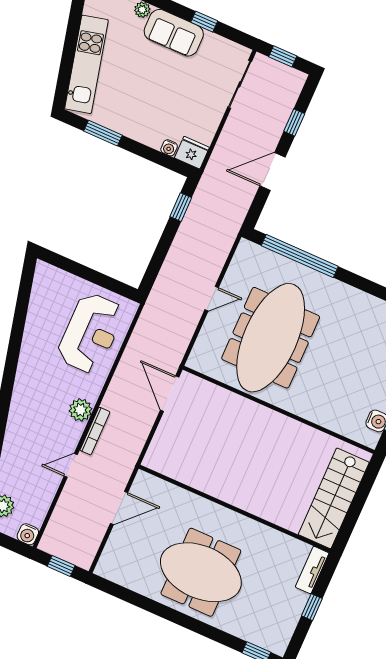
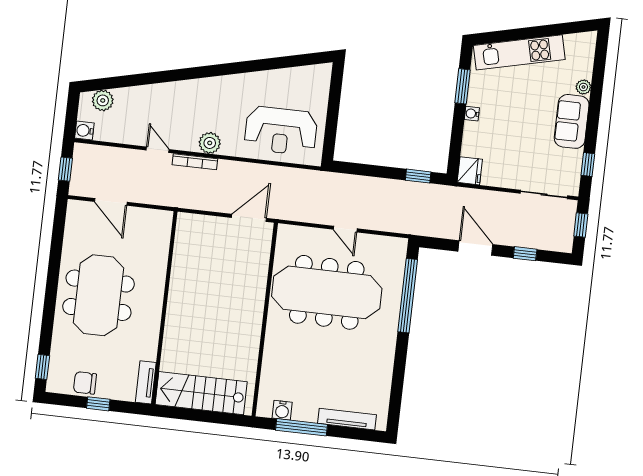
window: (204, 22) -> (588, 165), moved
water cooler: (169, 148) -> (472, 114), moved
door: (119, 508) -> (111, 202), moved
tv unit: (312, 570) -> (146, 382), moved, turned -90
chair: (286, 614) -> (85, 383), added

